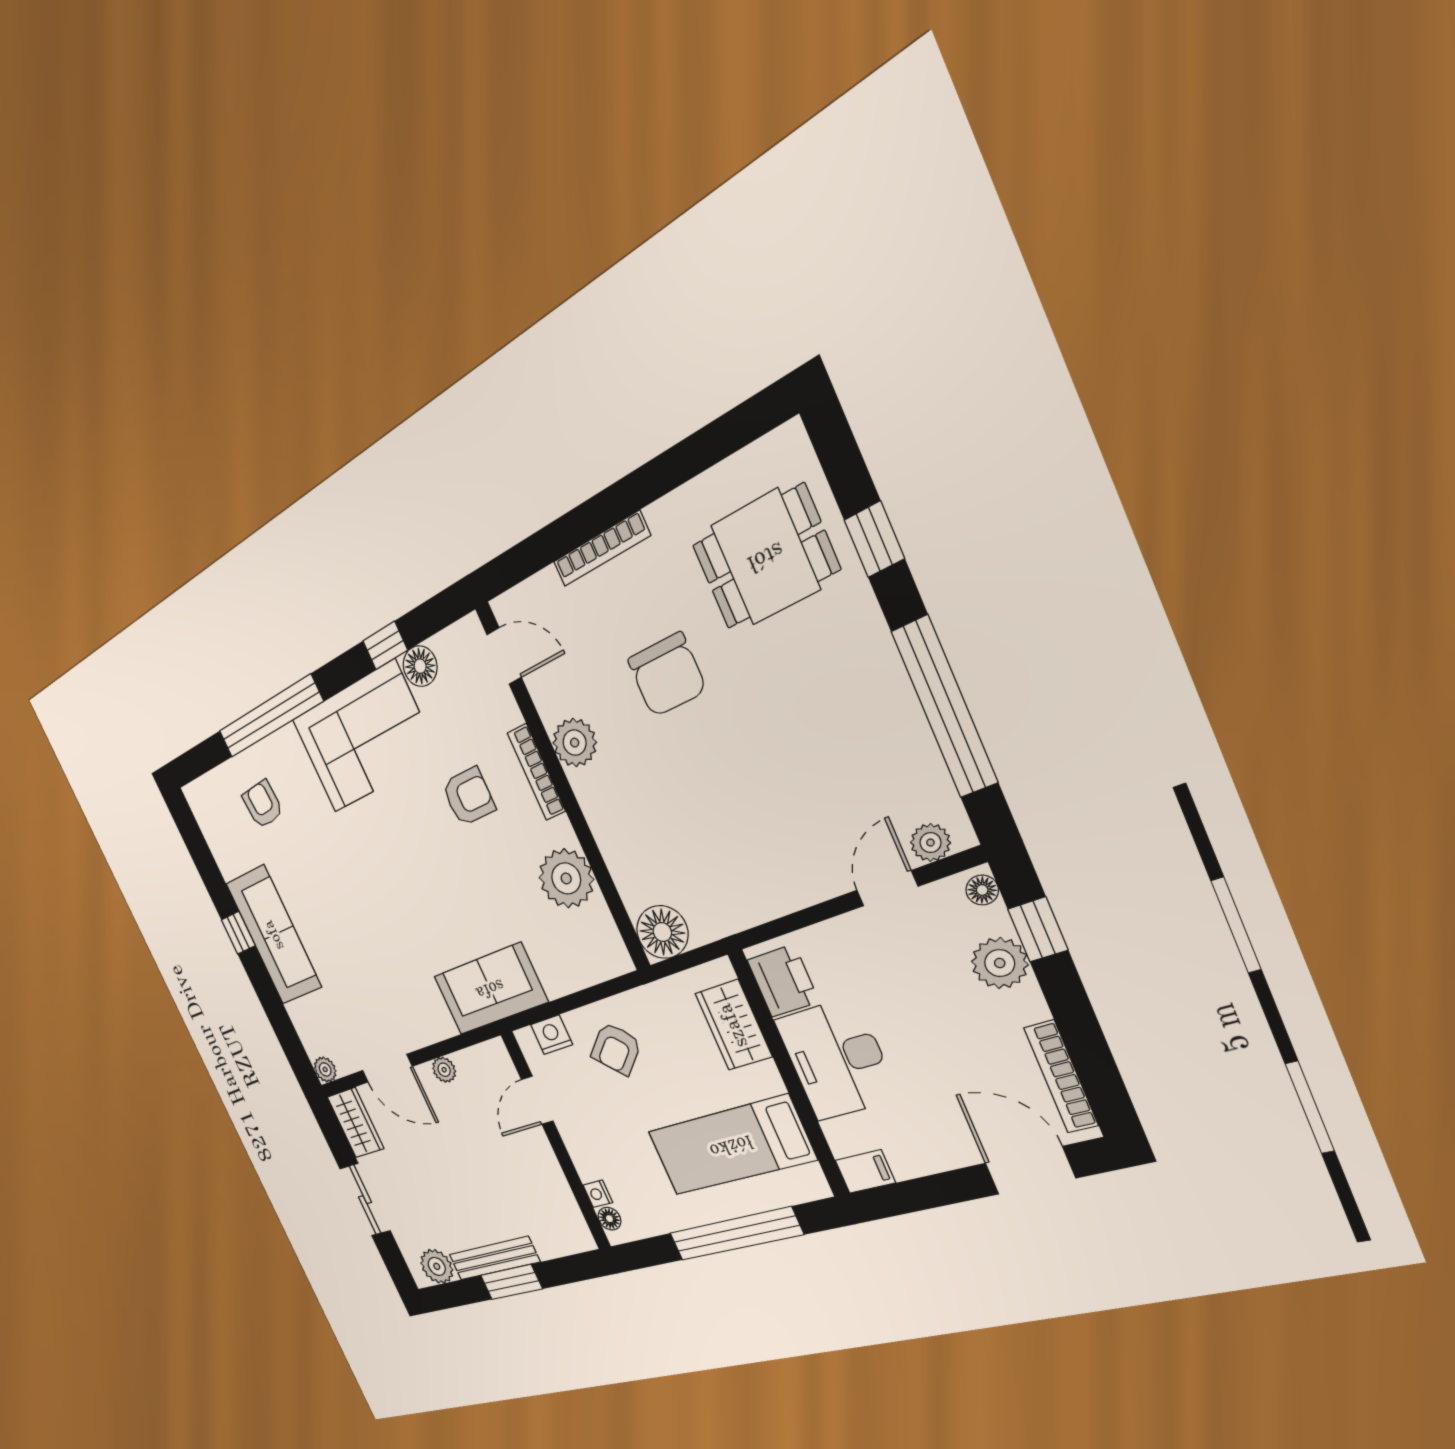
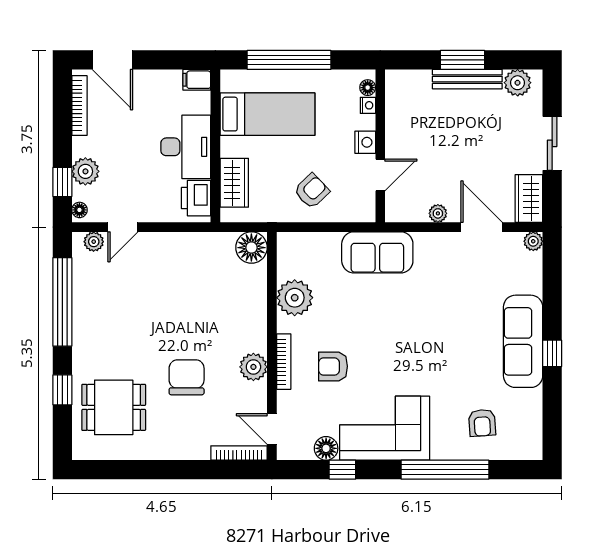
bookcase: (601, 549) -> (239, 453), moved
nightstand: (552, 1035) -> (365, 142), moved, turned -90

